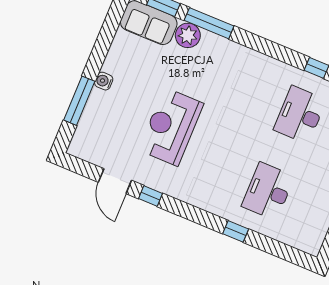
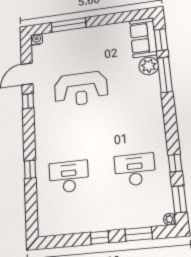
water cooler: (104, 81) -> (37, 40), moved
reception desk: (171, 127) -> (81, 89), turned 180

